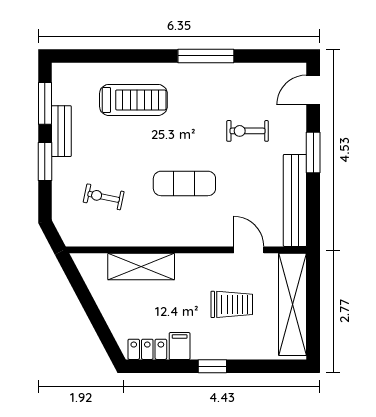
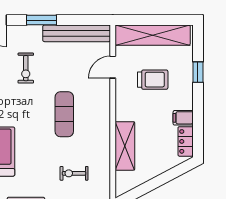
exercise bike: (104, 197) -> (74, 173), turned 78
trolley: (232, 304) -> (153, 80), turned 90
window: (212, 366) -> (198, 72), moved

